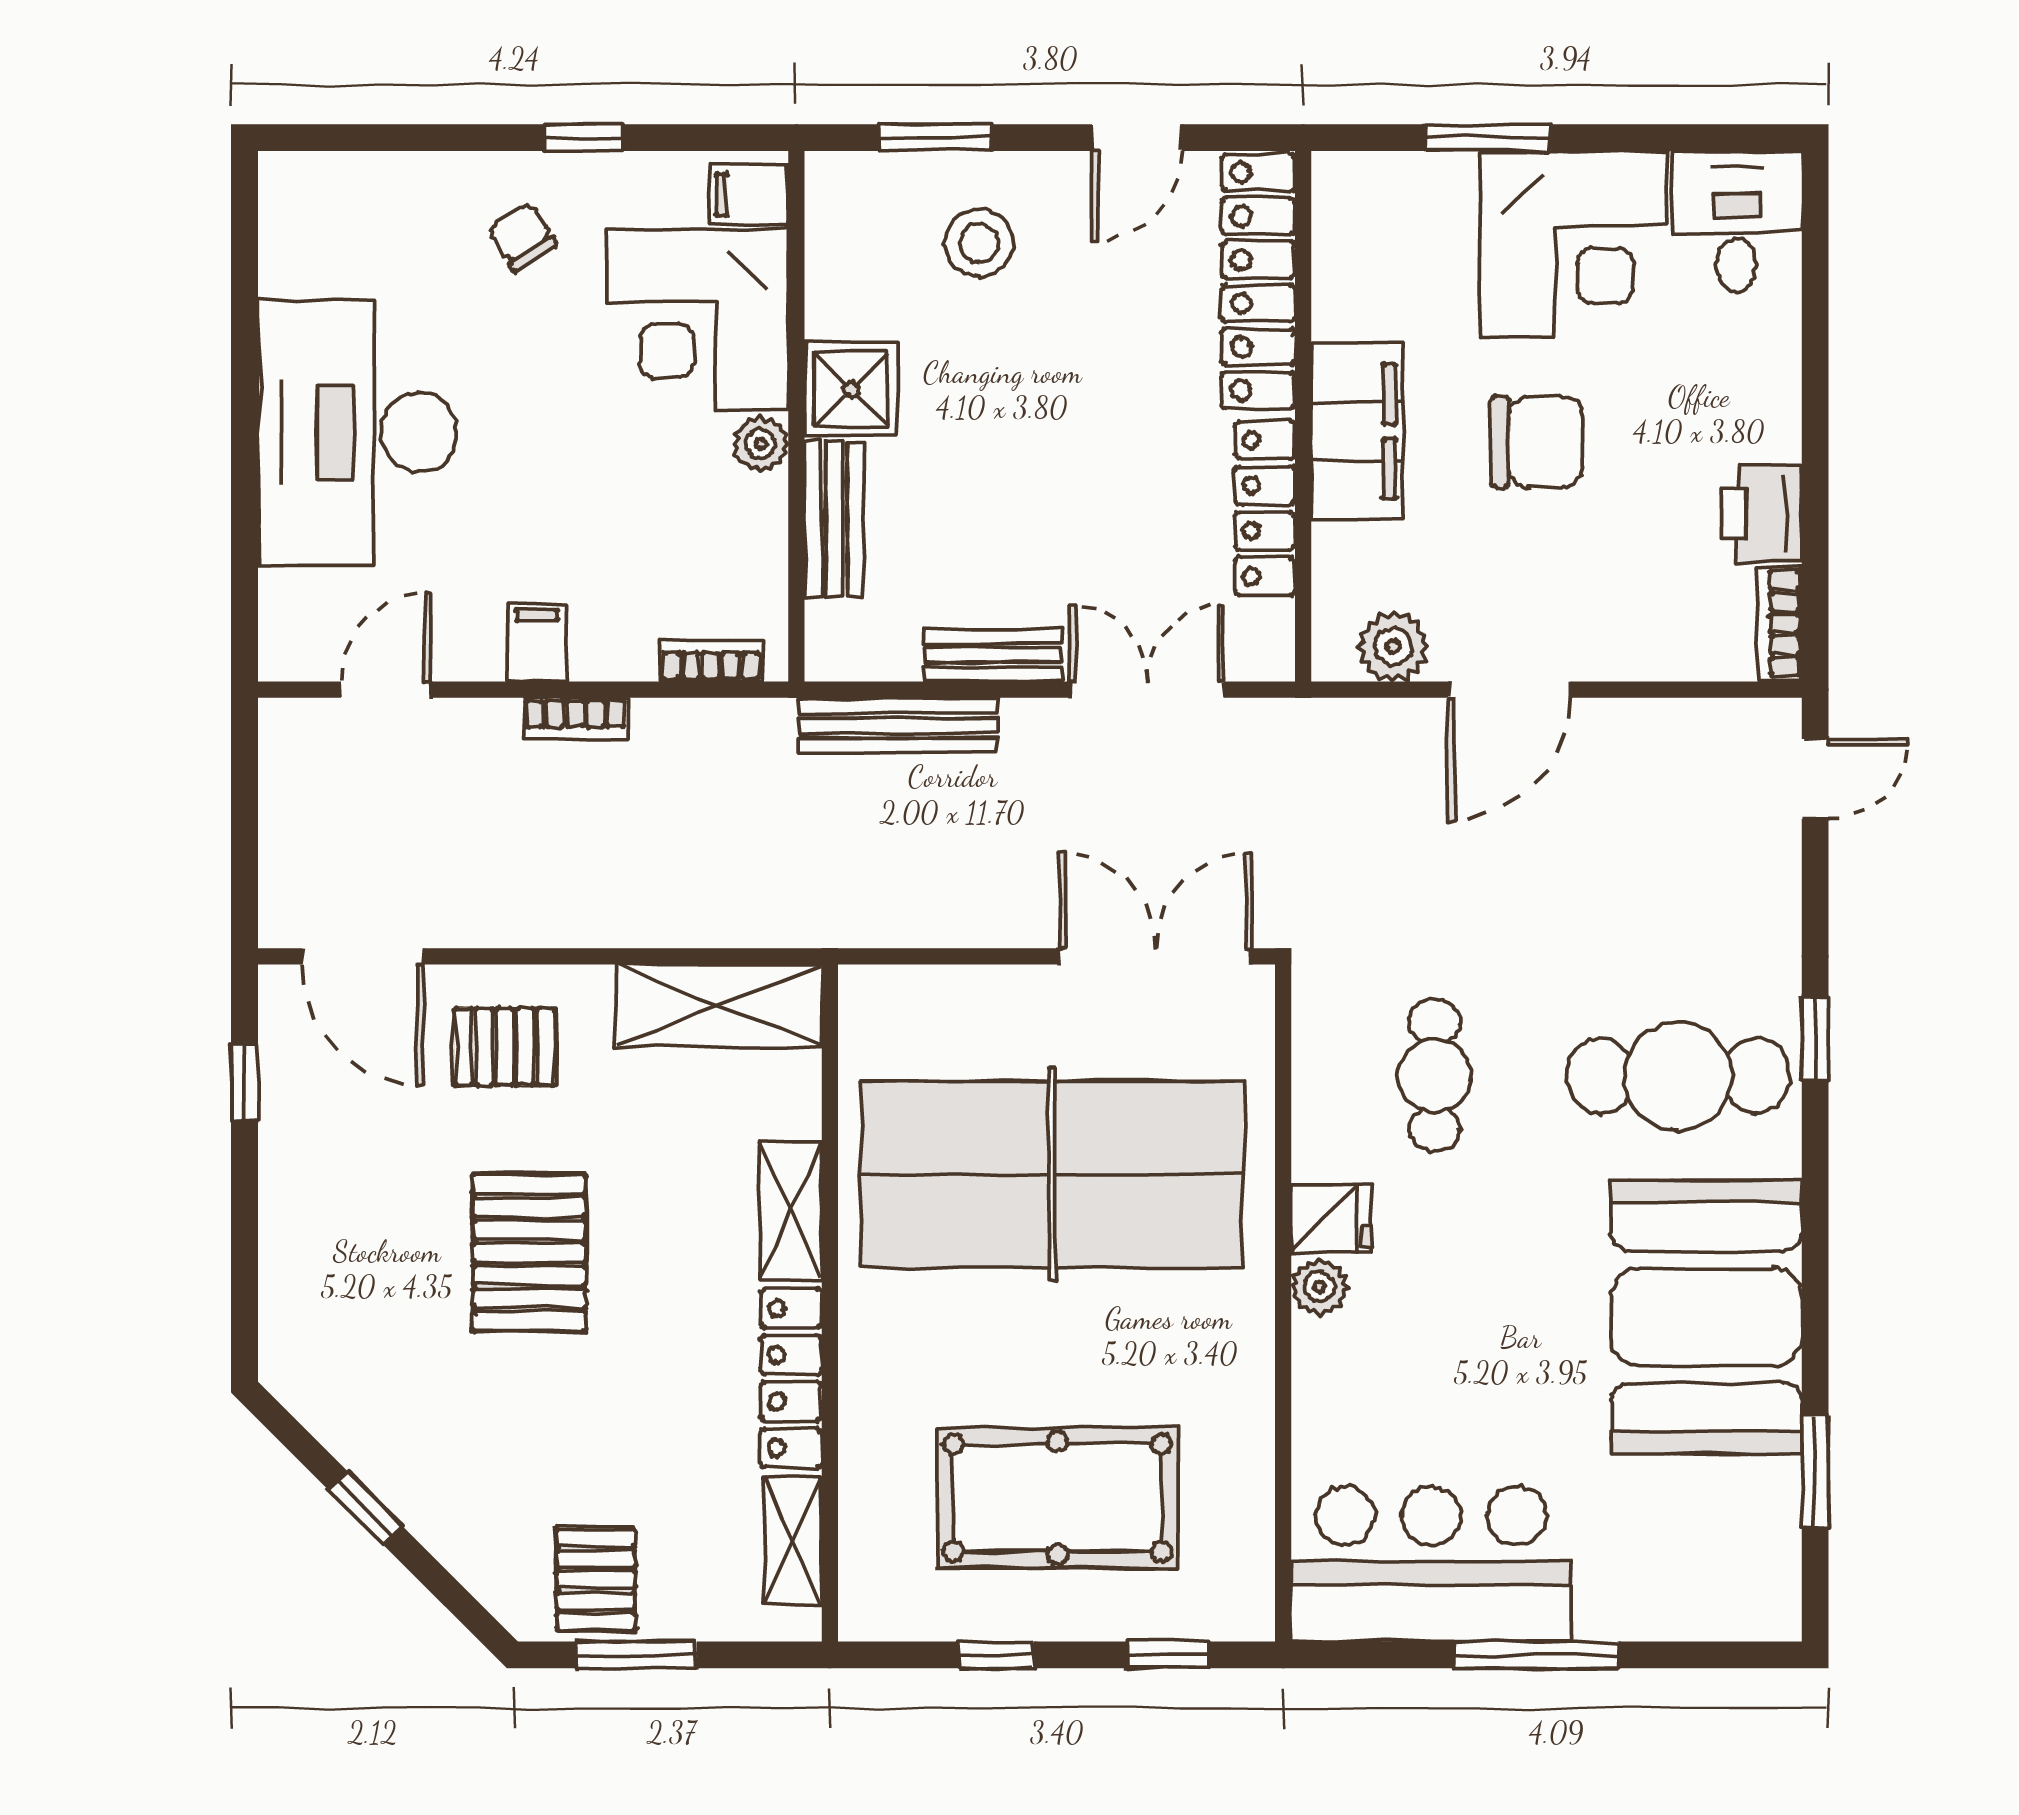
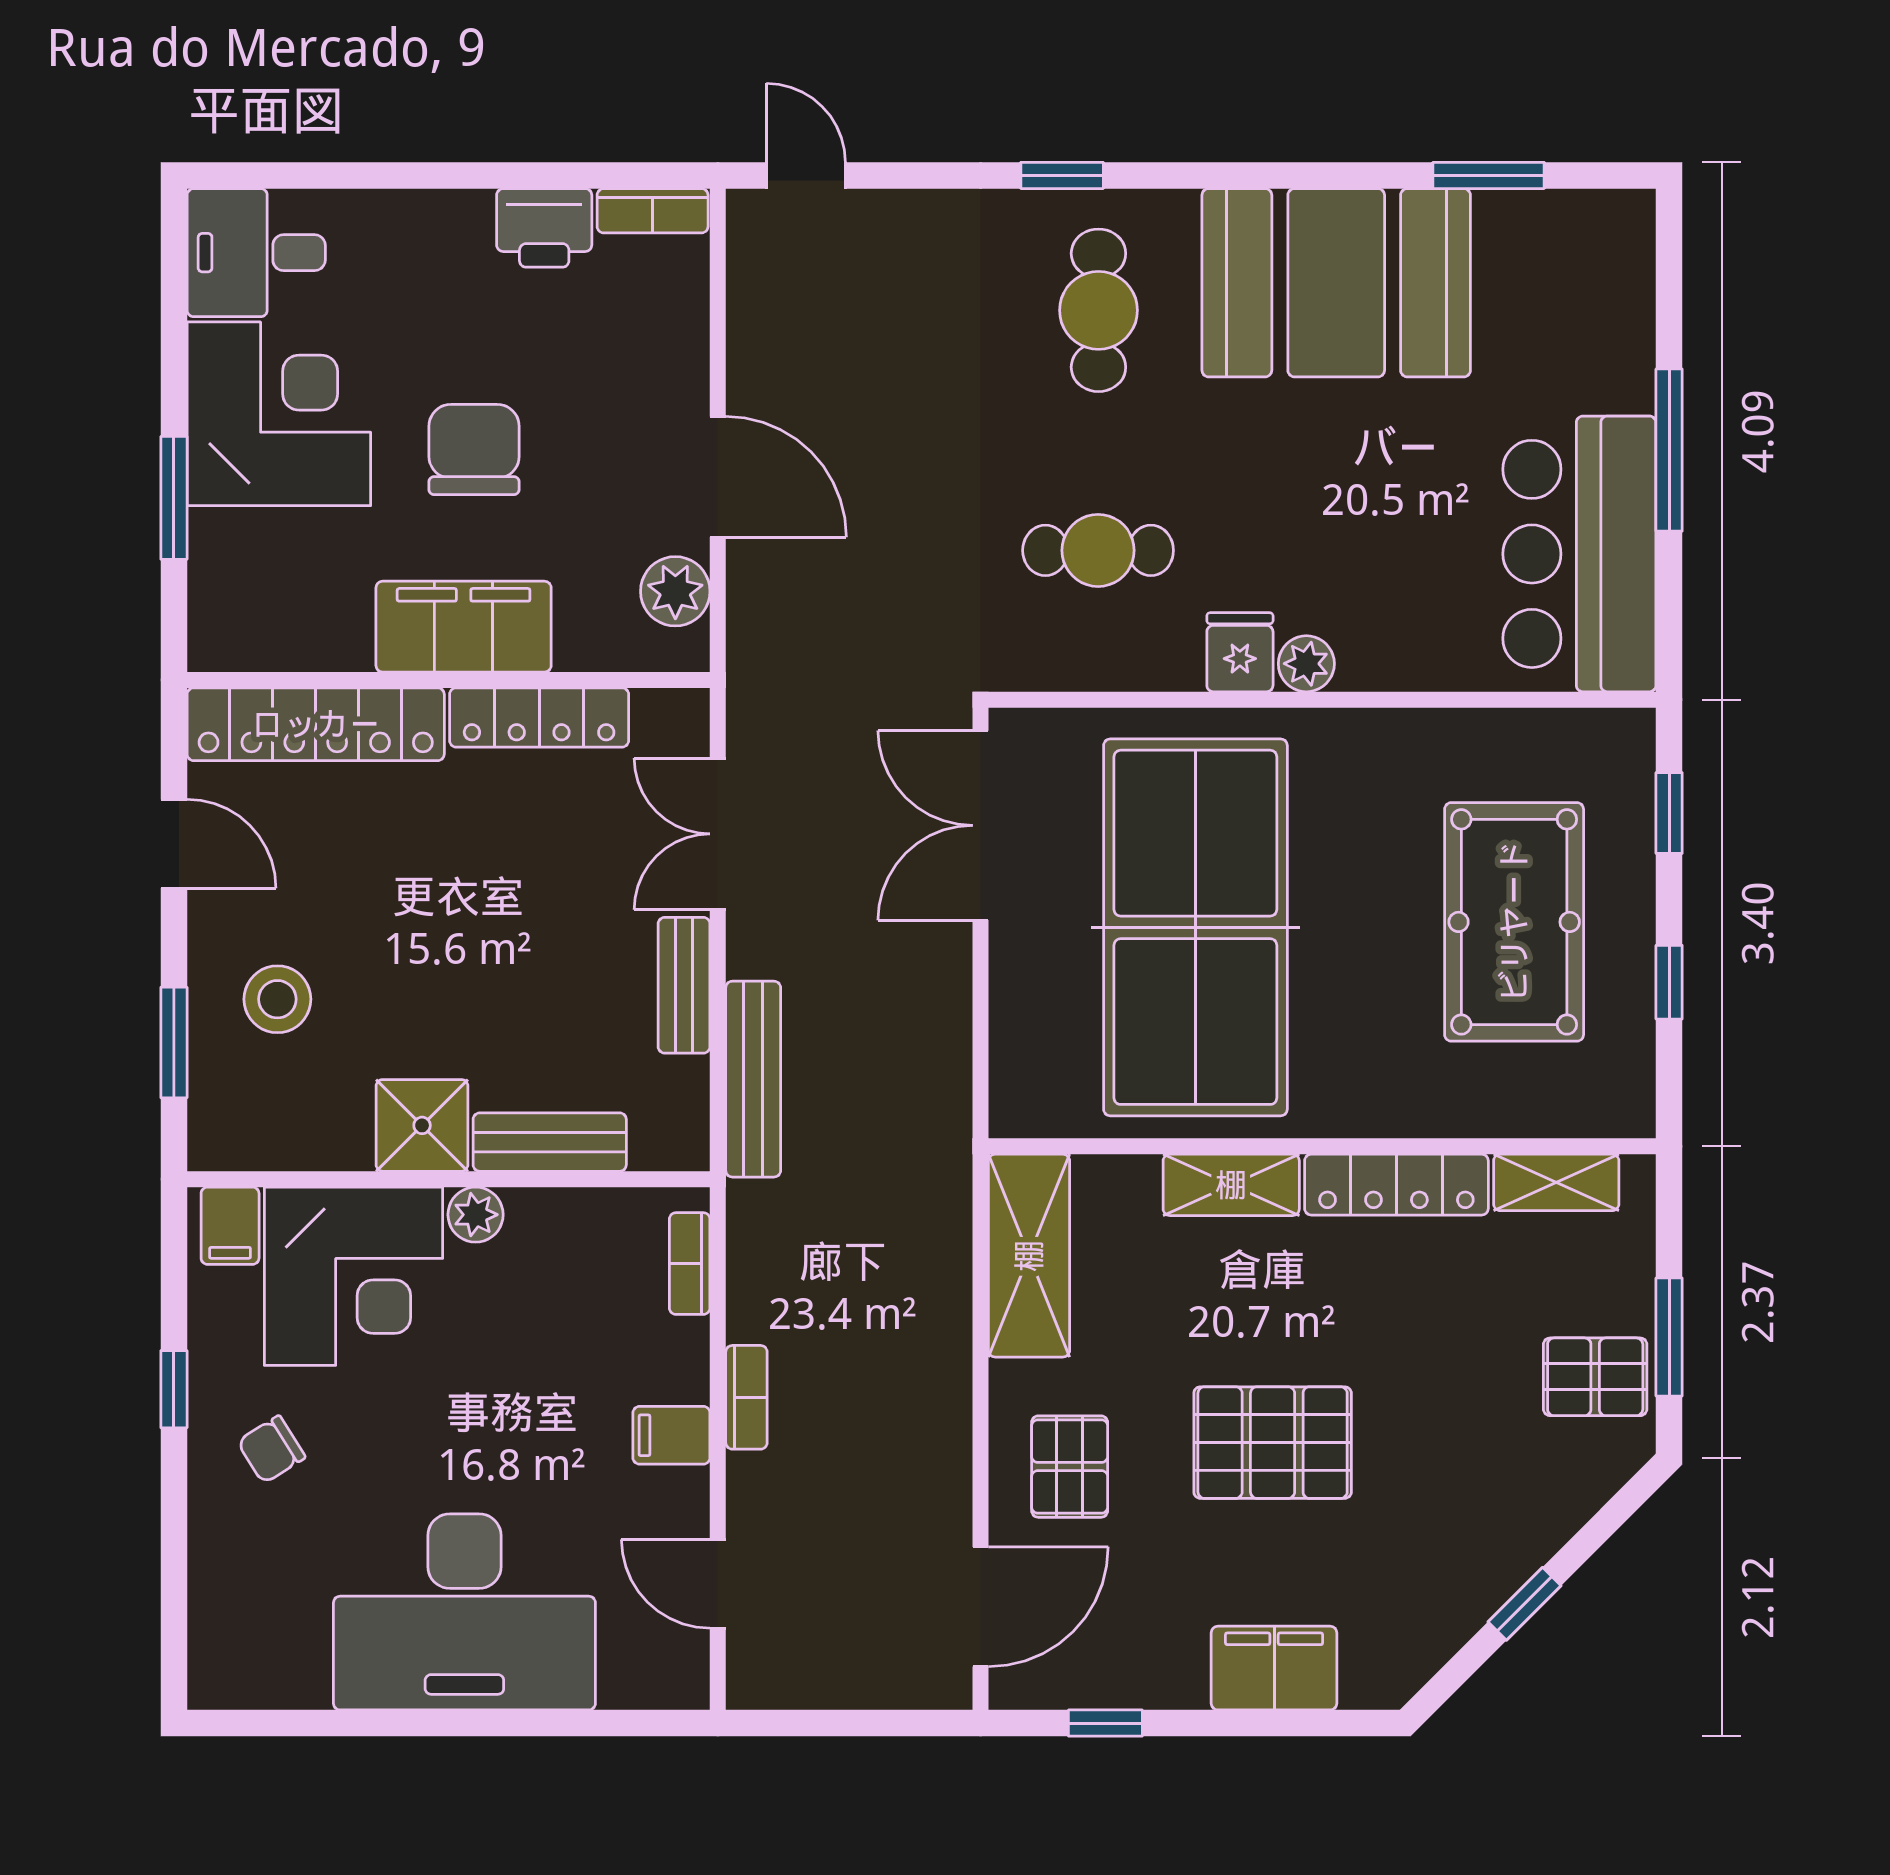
cafe table: (1678, 1076) -> (1098, 310), width x0.73, depth x0.74
filing cabinet: (300, 1254) -> (1274, 1668), added

